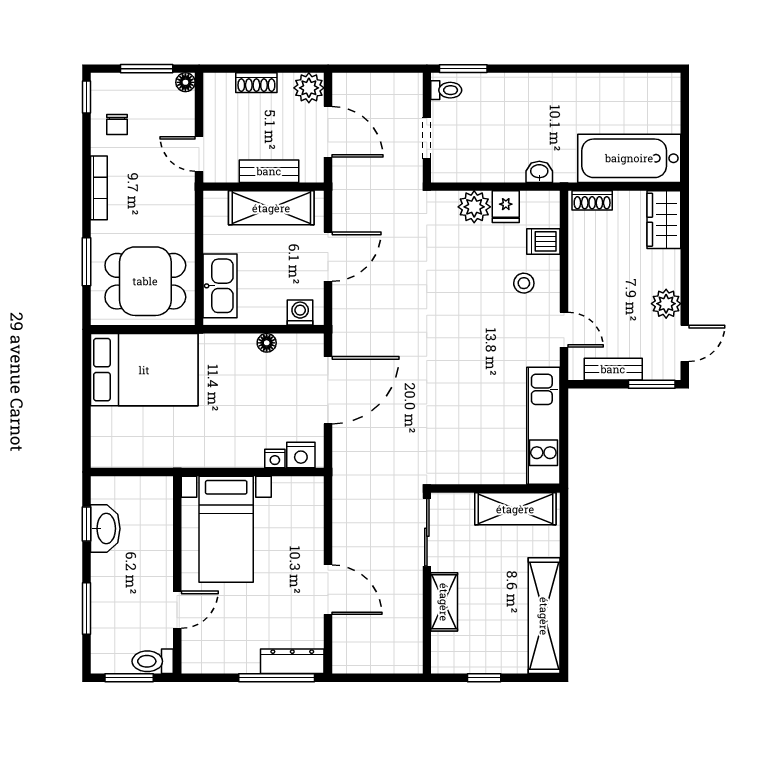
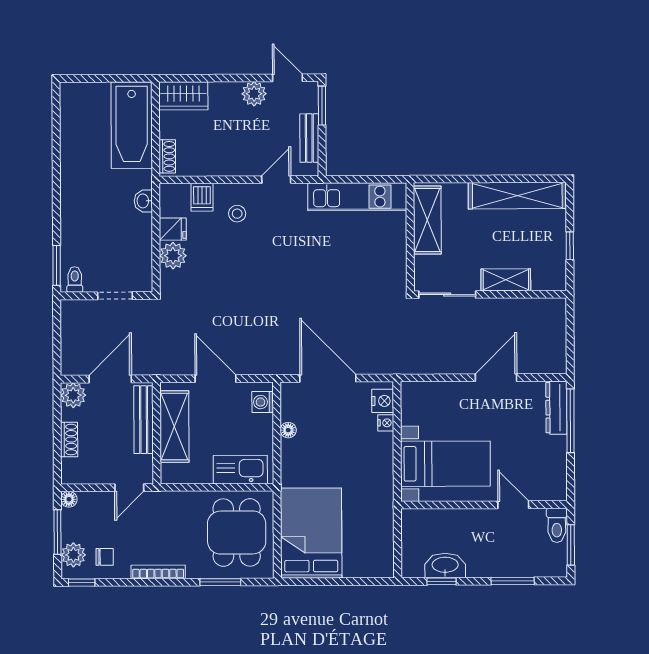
plant: (119, 87) -> (73, 555), added
bench: (269, 171) -> (144, 420), width x1.36

